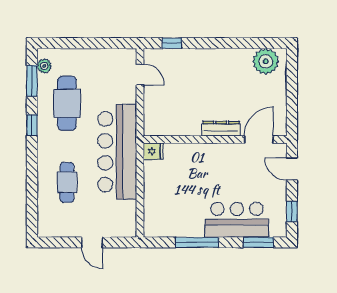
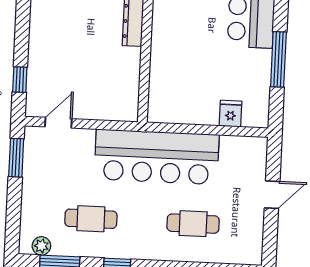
window: (111, 43) -> (16, 158), added
cafe table: (67, 103) -> (91, 219), width x0.73, depth x0.74
fridge: (153, 151) -> (231, 114), moved

